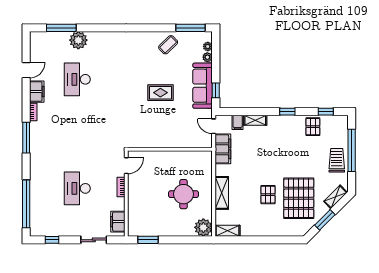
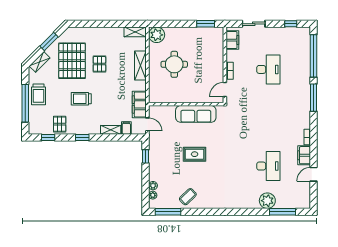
sofa: (203, 86) -> (196, 114), moved, turned 90
window: (26, 138) -> (314, 98), moved
trolley: (288, 155) -> (81, 99), added

